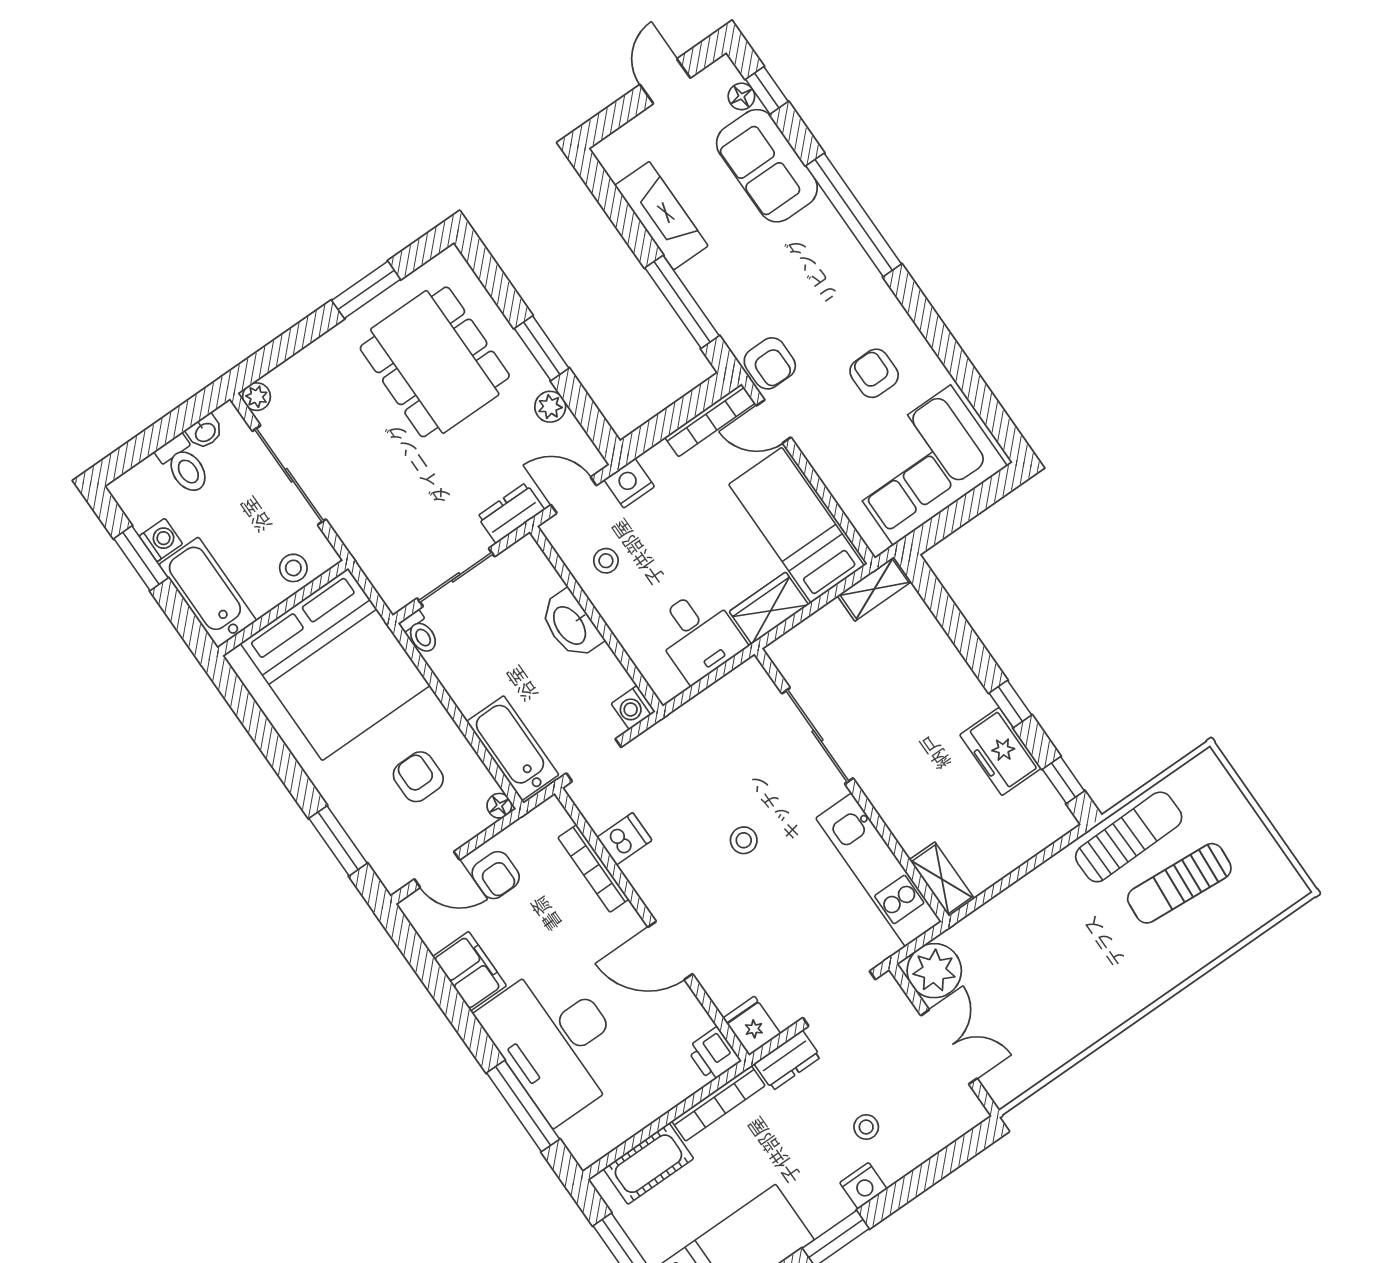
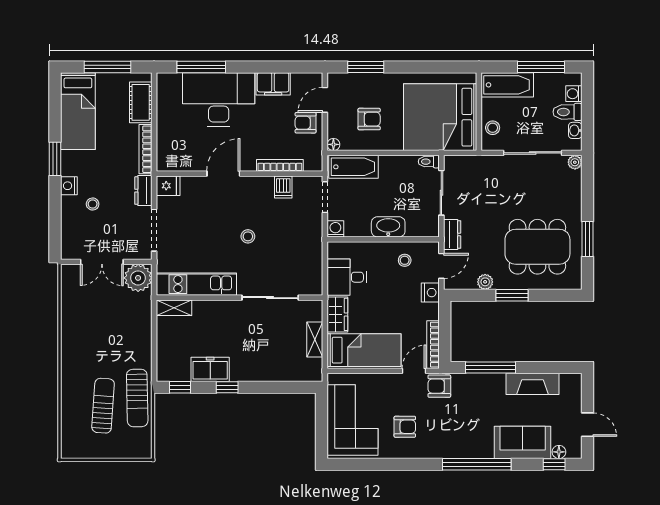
washing machine: (161, 540) -> (574, 94), moved, turned 90
window: (141, 558) -> (541, 67), width x1.44
shelving: (874, 589) -> (315, 339), moved
printer: (714, 1055) -> (167, 161), removed

